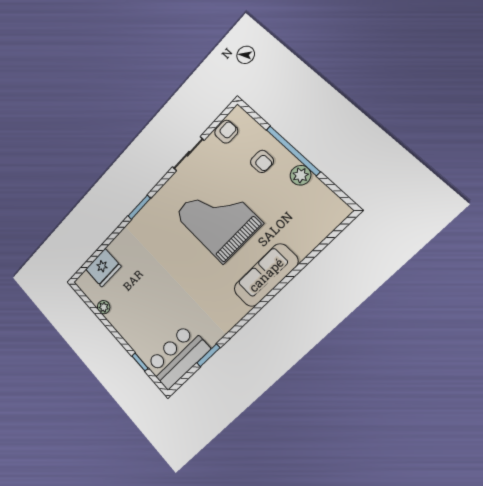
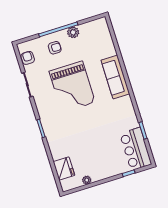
grand piano: (218, 219) -> (72, 87), turned -90

